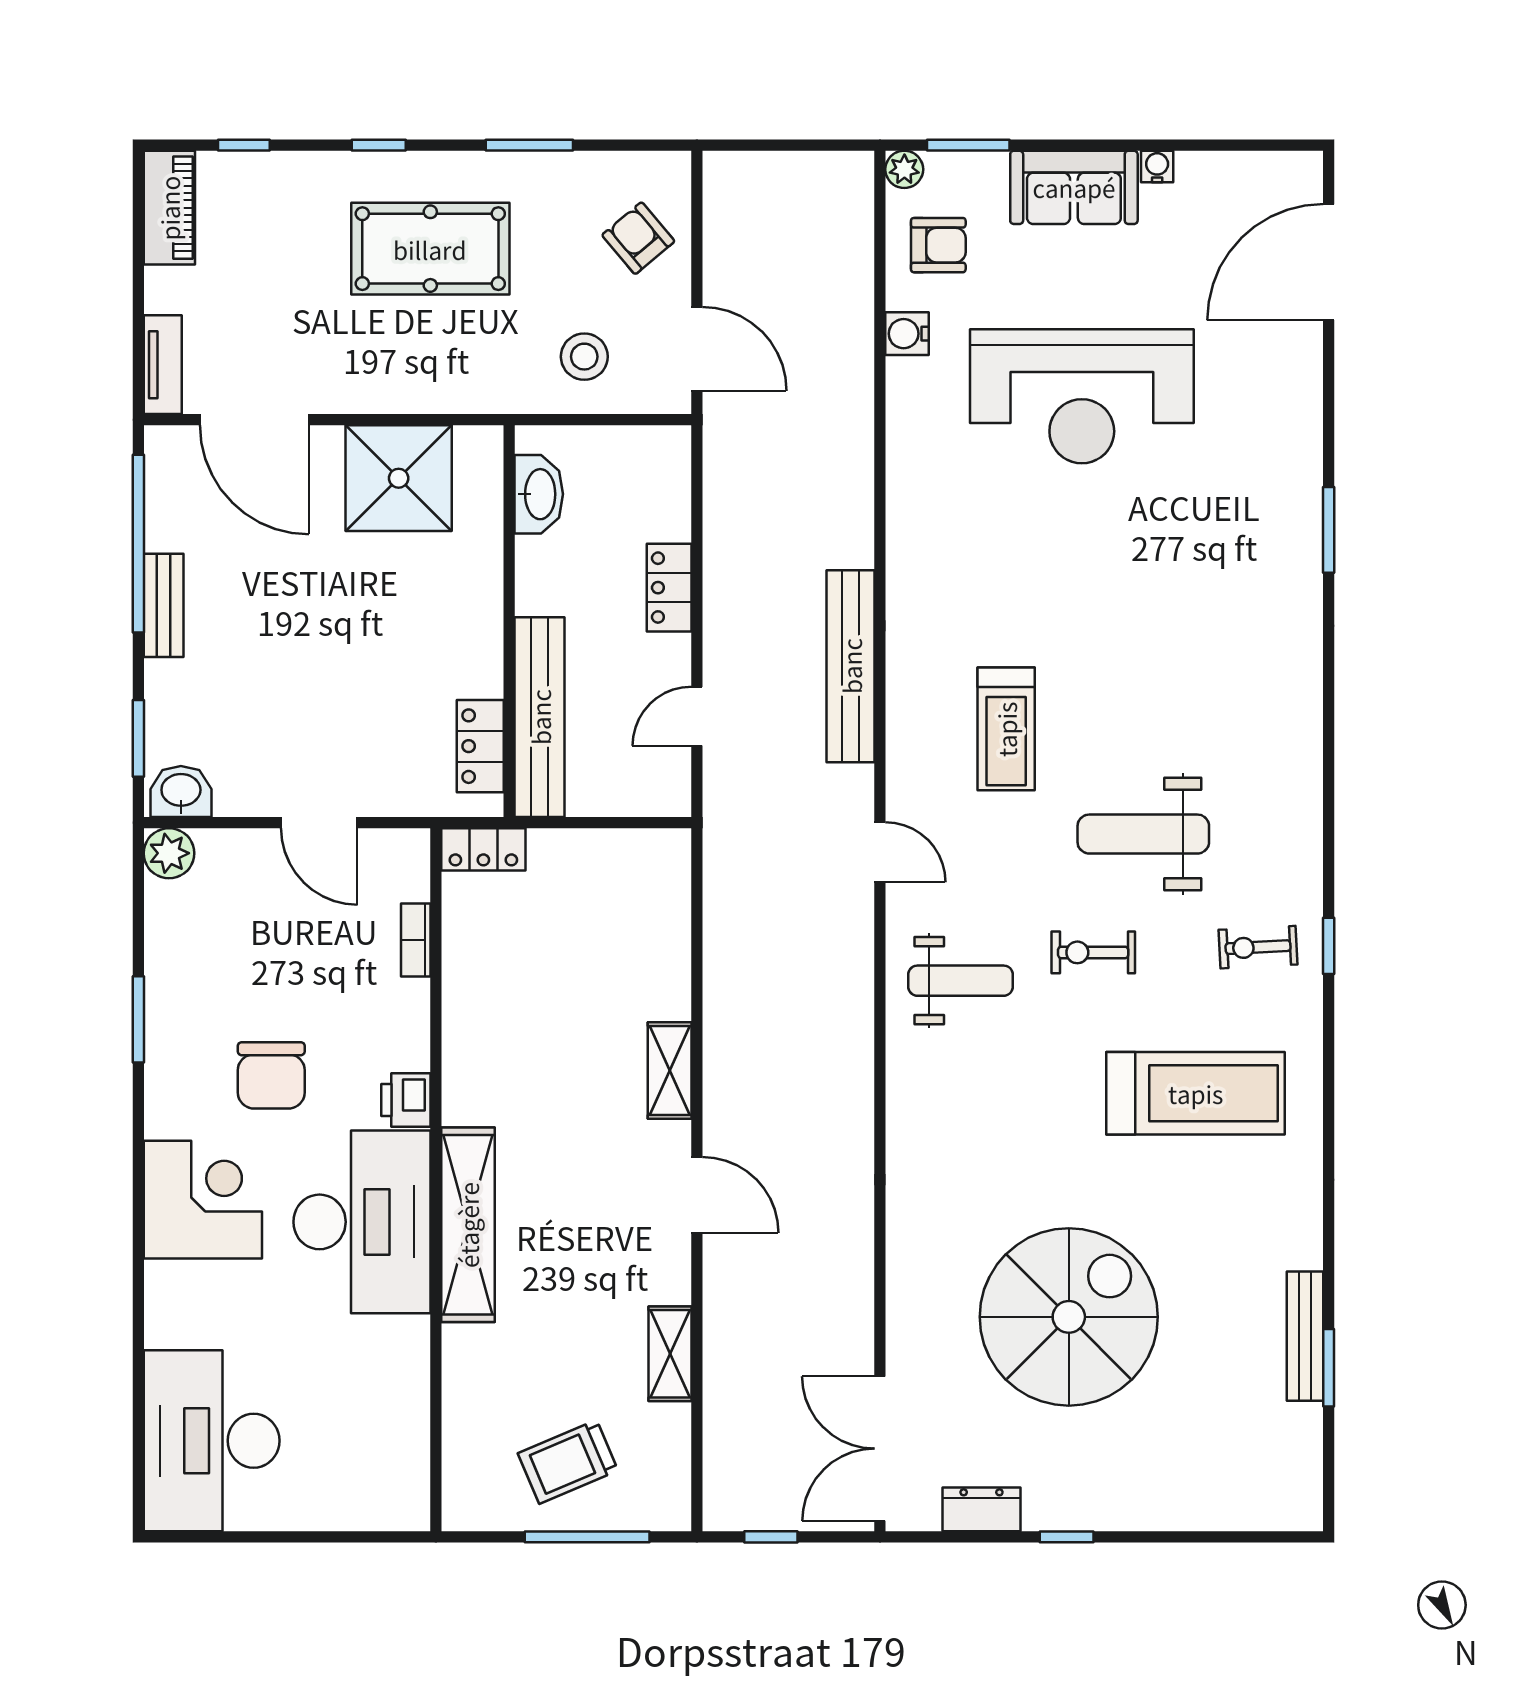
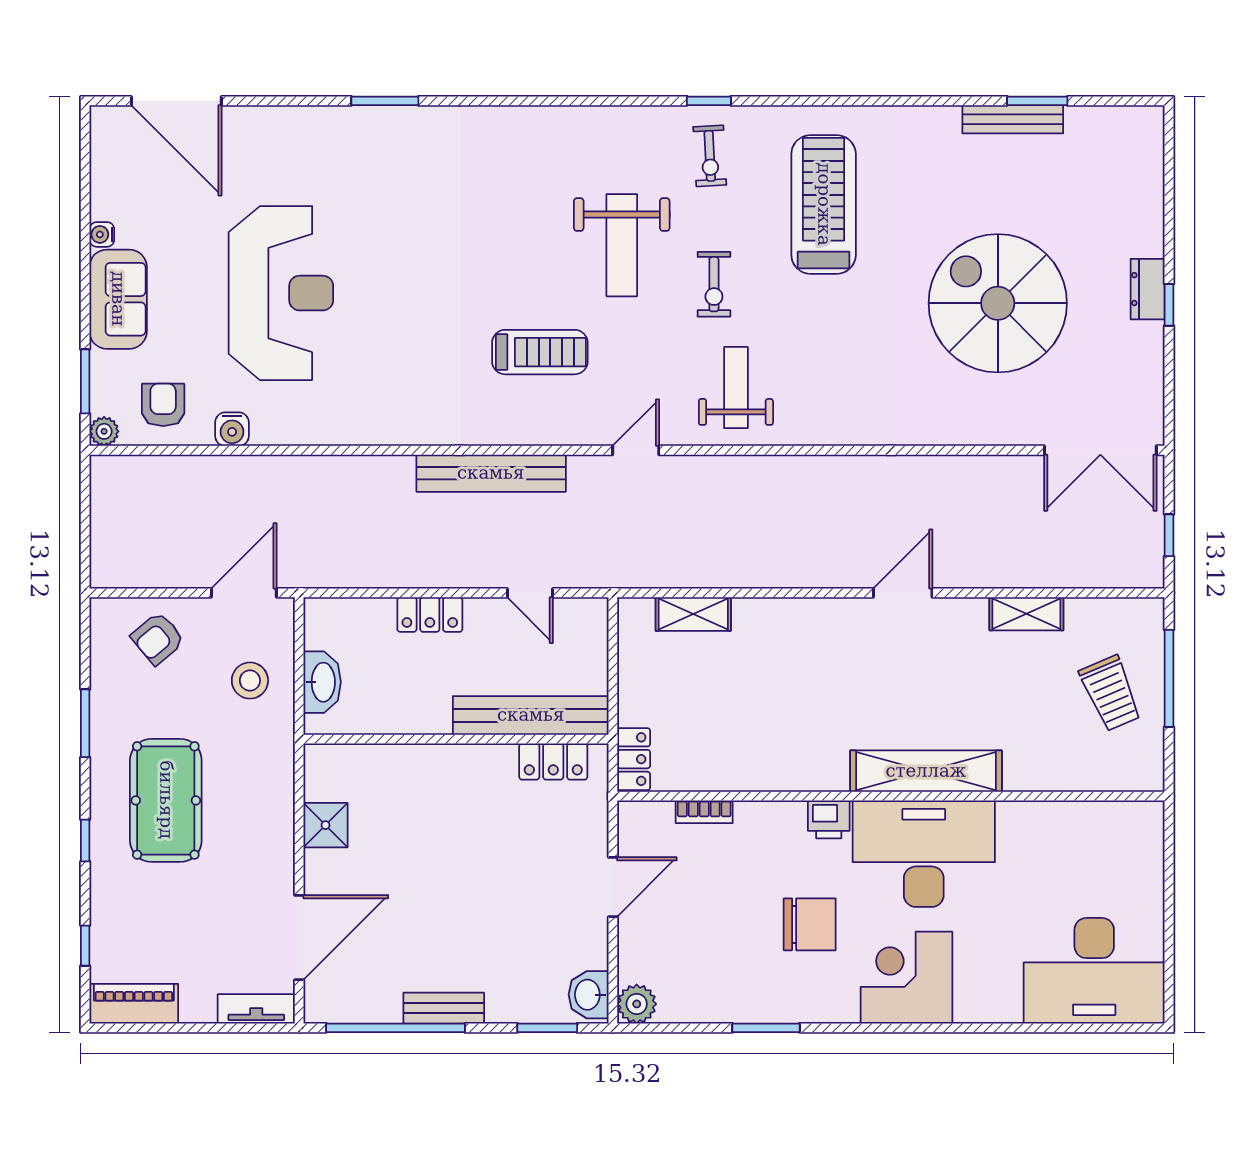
shower: (399, 478) -> (326, 825), width x0.54, depth x0.54
washbasin: (539, 494) -> (322, 682), moved, turned 90
shelving: (670, 1071) -> (693, 614), moved
dresser: (982, 1509) -> (1148, 289), moved

